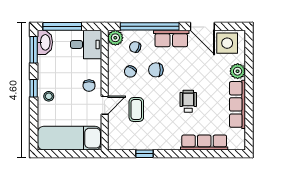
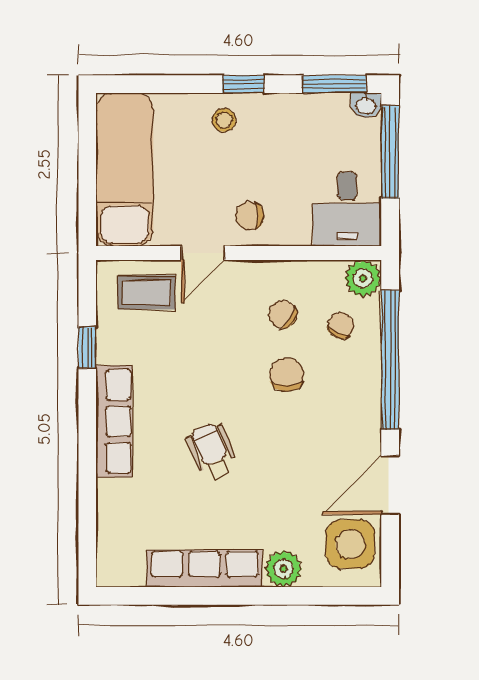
row of seats: (171, 38) -> (361, 411), removed
washbasin: (45, 42) -> (366, 105), width x0.52, depth x0.69
wheelchair: (188, 101) -> (212, 452), turned -112
door: (105, 105) -> (203, 253), hinge flipped
coffee table: (136, 110) -> (147, 292), moved
row of seats: (204, 143) -> (114, 421), moved

